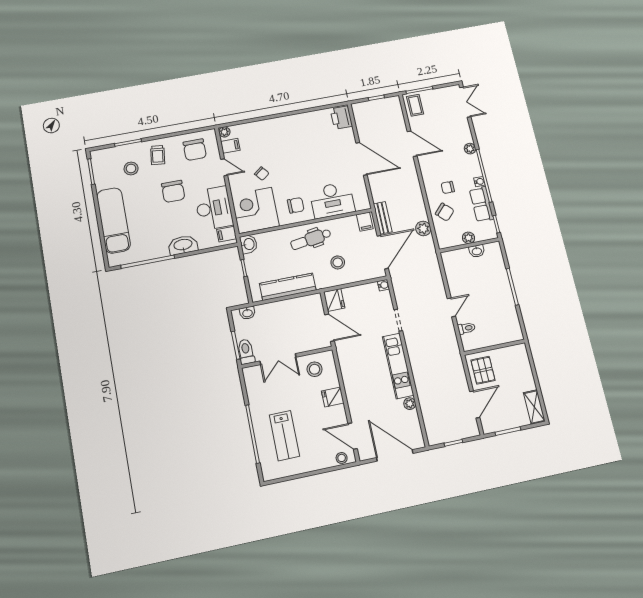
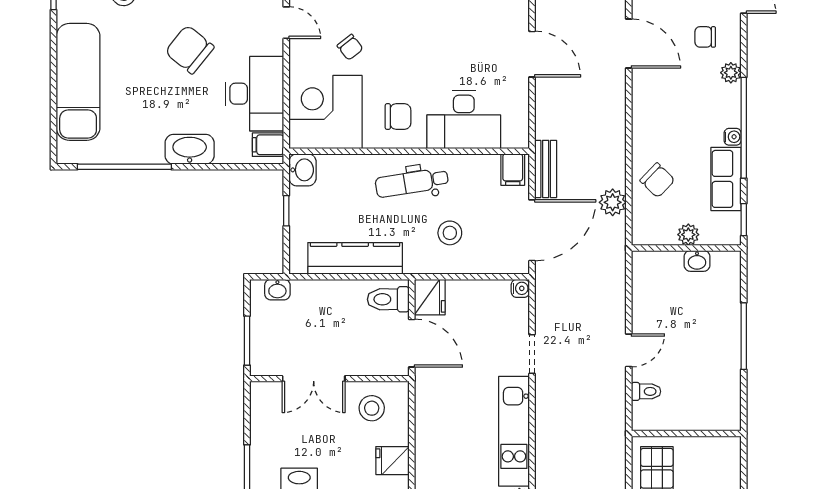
door: (362, 159) -> (532, 54), width x0.73
chair: (448, 187) -> (705, 37), moved
chair: (173, 191) -> (190, 50), turned 129
toilet: (246, 352) -> (388, 299), moved, turned -90

